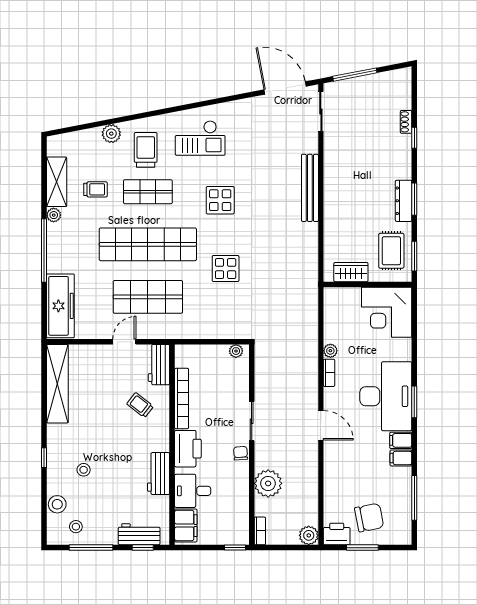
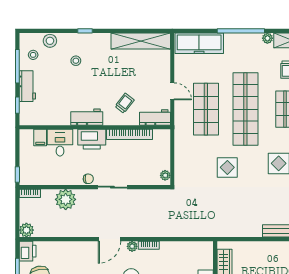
plant: (330, 351) -> (132, 246), moved
workbench: (159, 474) -> (87, 117), moved
filing cabinet: (186, 526) -> (40, 138), width x0.50
workbench: (139, 534) -> (27, 86), moved

